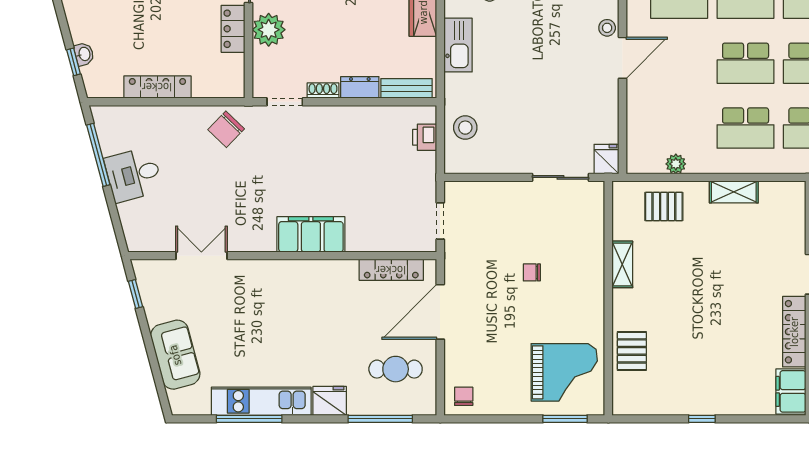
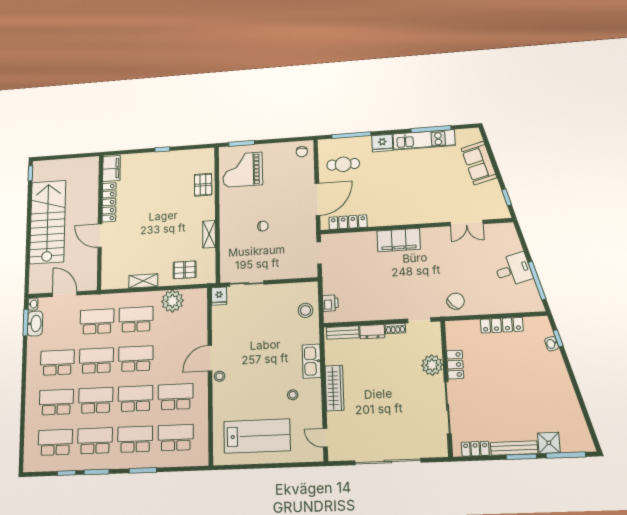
plant: (676, 164) -> (172, 301), width x1.88, depth x1.88

